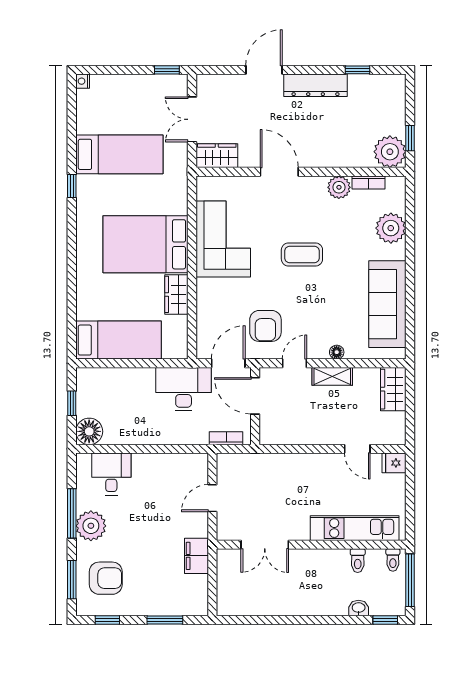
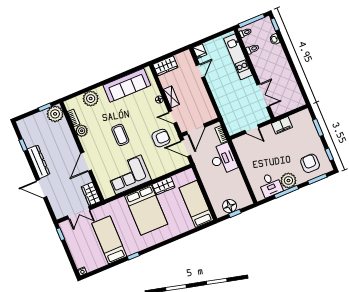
desk: (184, 389) -> (223, 159), moved, turned 180
floor lamp: (89, 431) -> (230, 206), moved
desk: (111, 474) -> (270, 185), moved, turned -90

